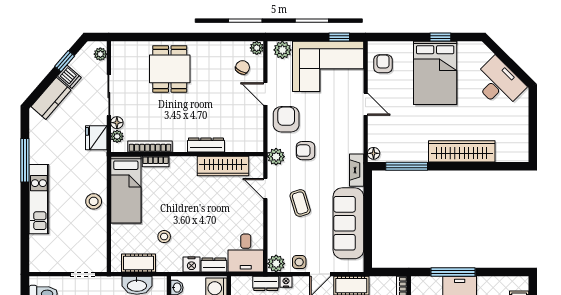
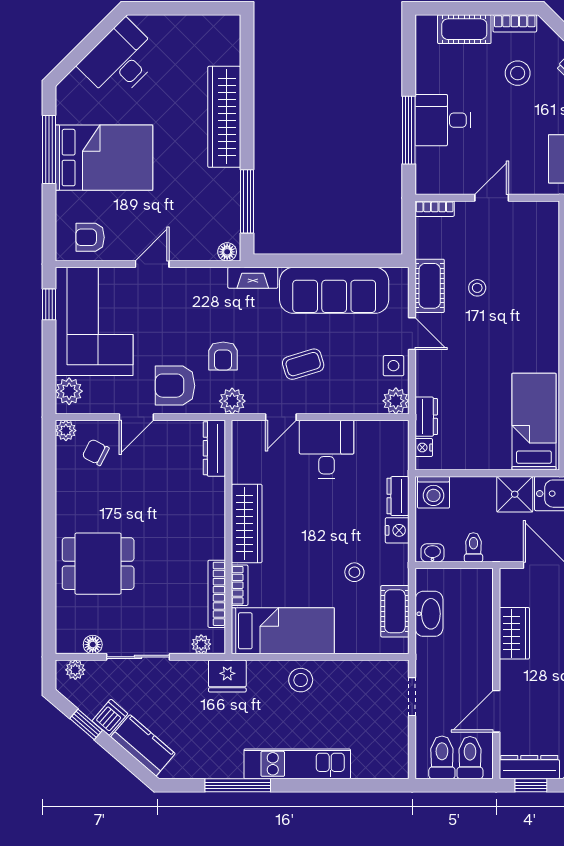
window: (440, 37) -> (49, 150), width x2.17
floor lamp: (117, 123) -> (93, 645), moved
fridge: (96, 138) -> (227, 676), moved
dresser: (206, 145) -> (214, 448), moved
wardrobe: (223, 166) -> (247, 524), moved
desk: (246, 253) -> (327, 449), moved, turned -90
nightstand: (286, 282) -> (424, 447), moved

